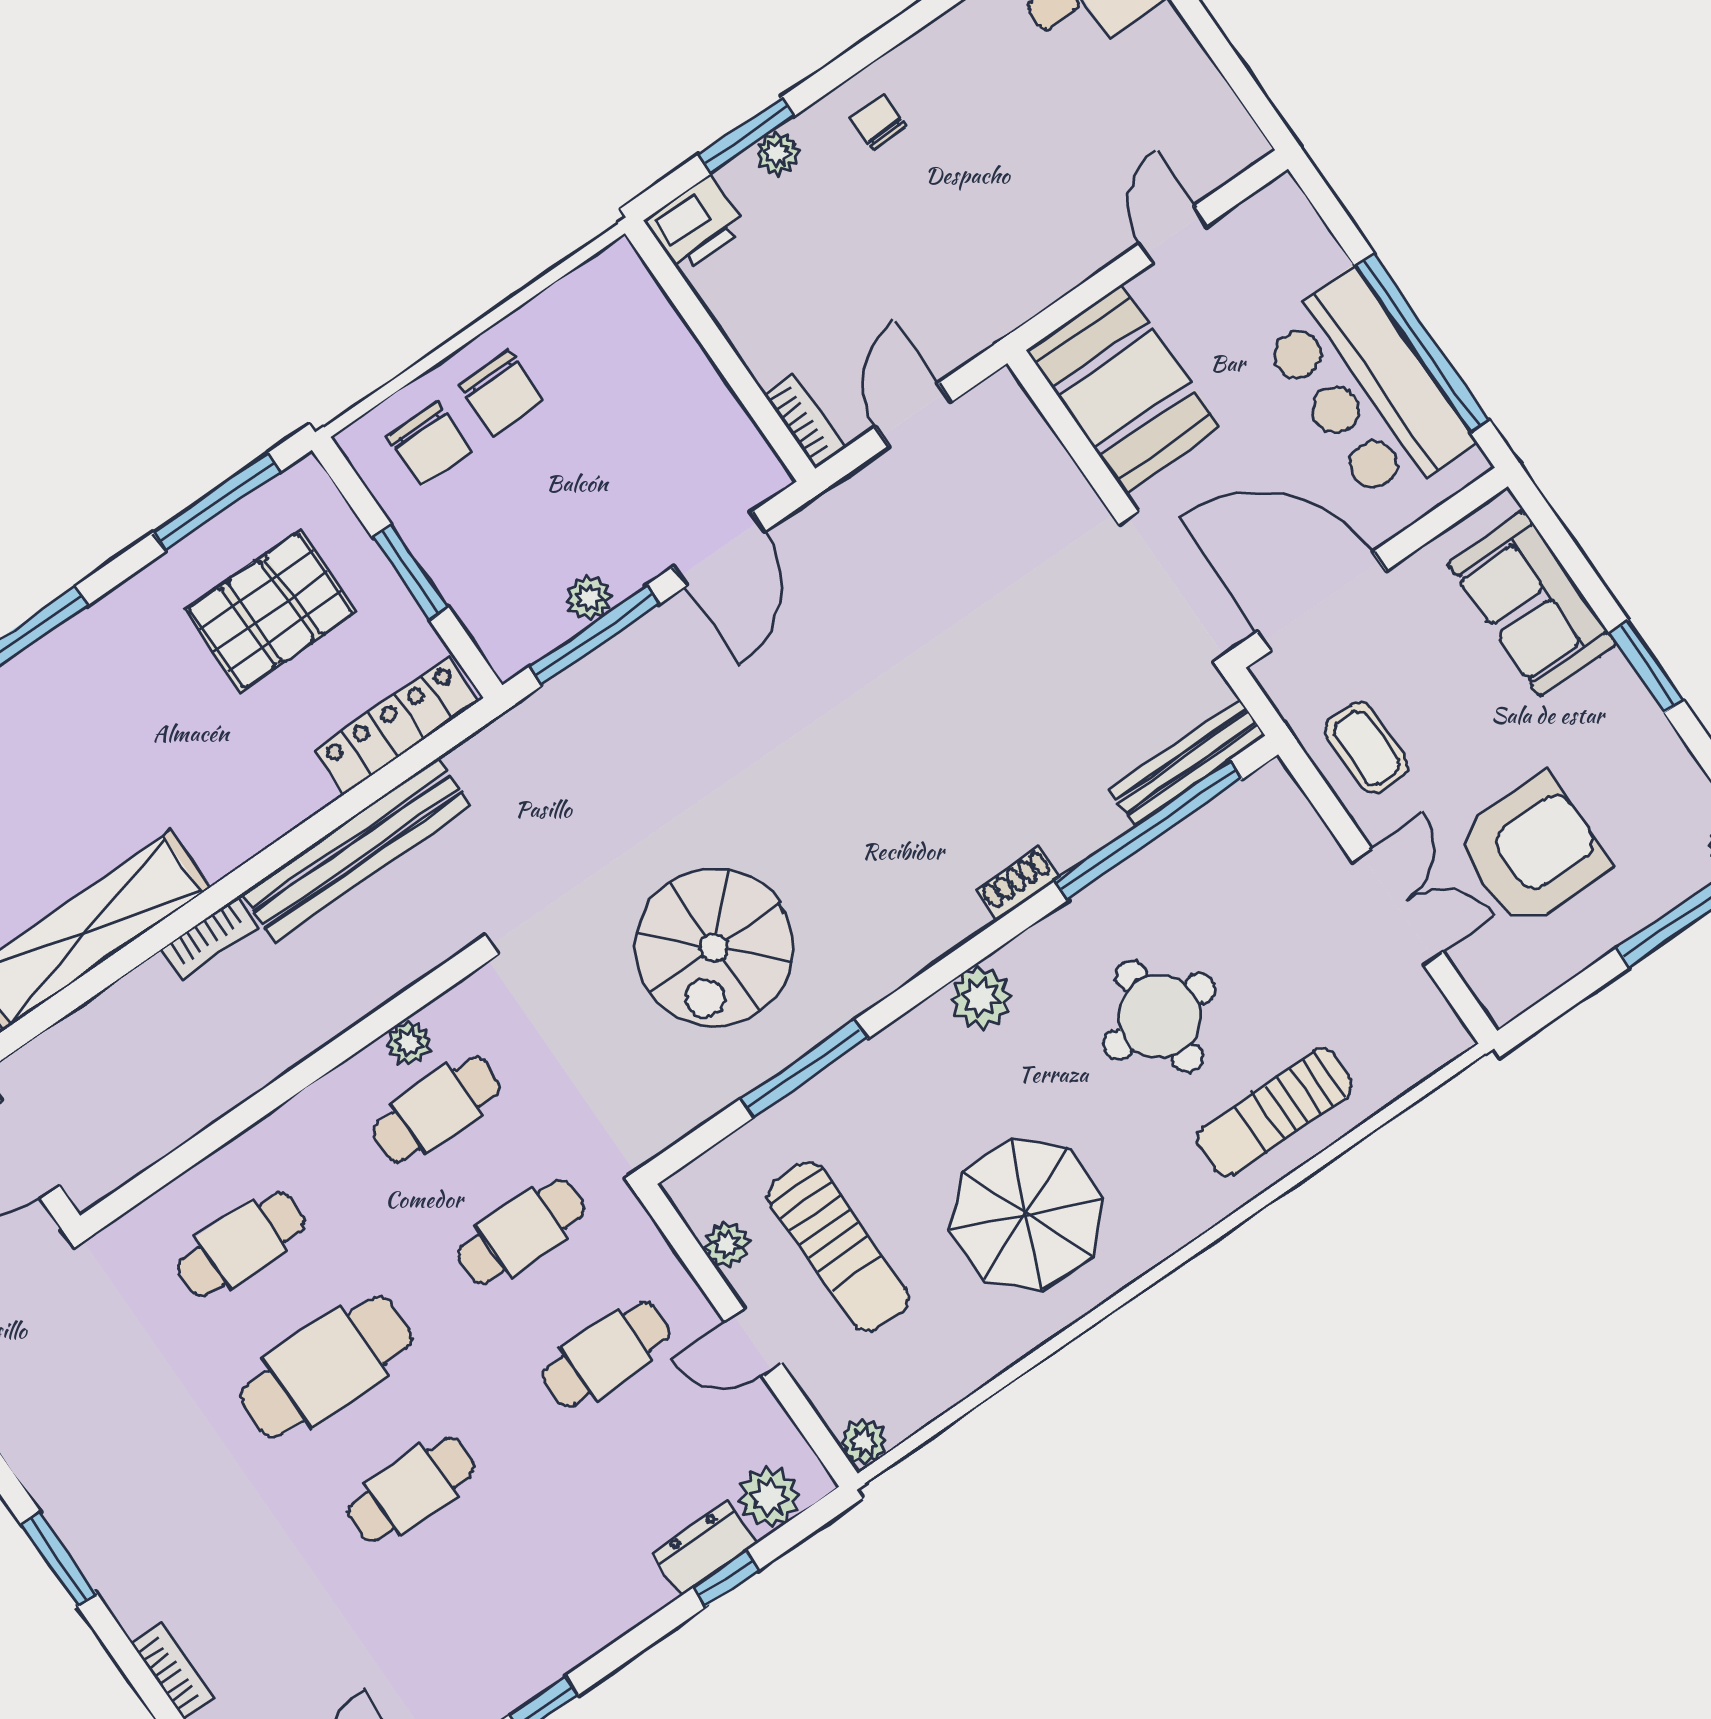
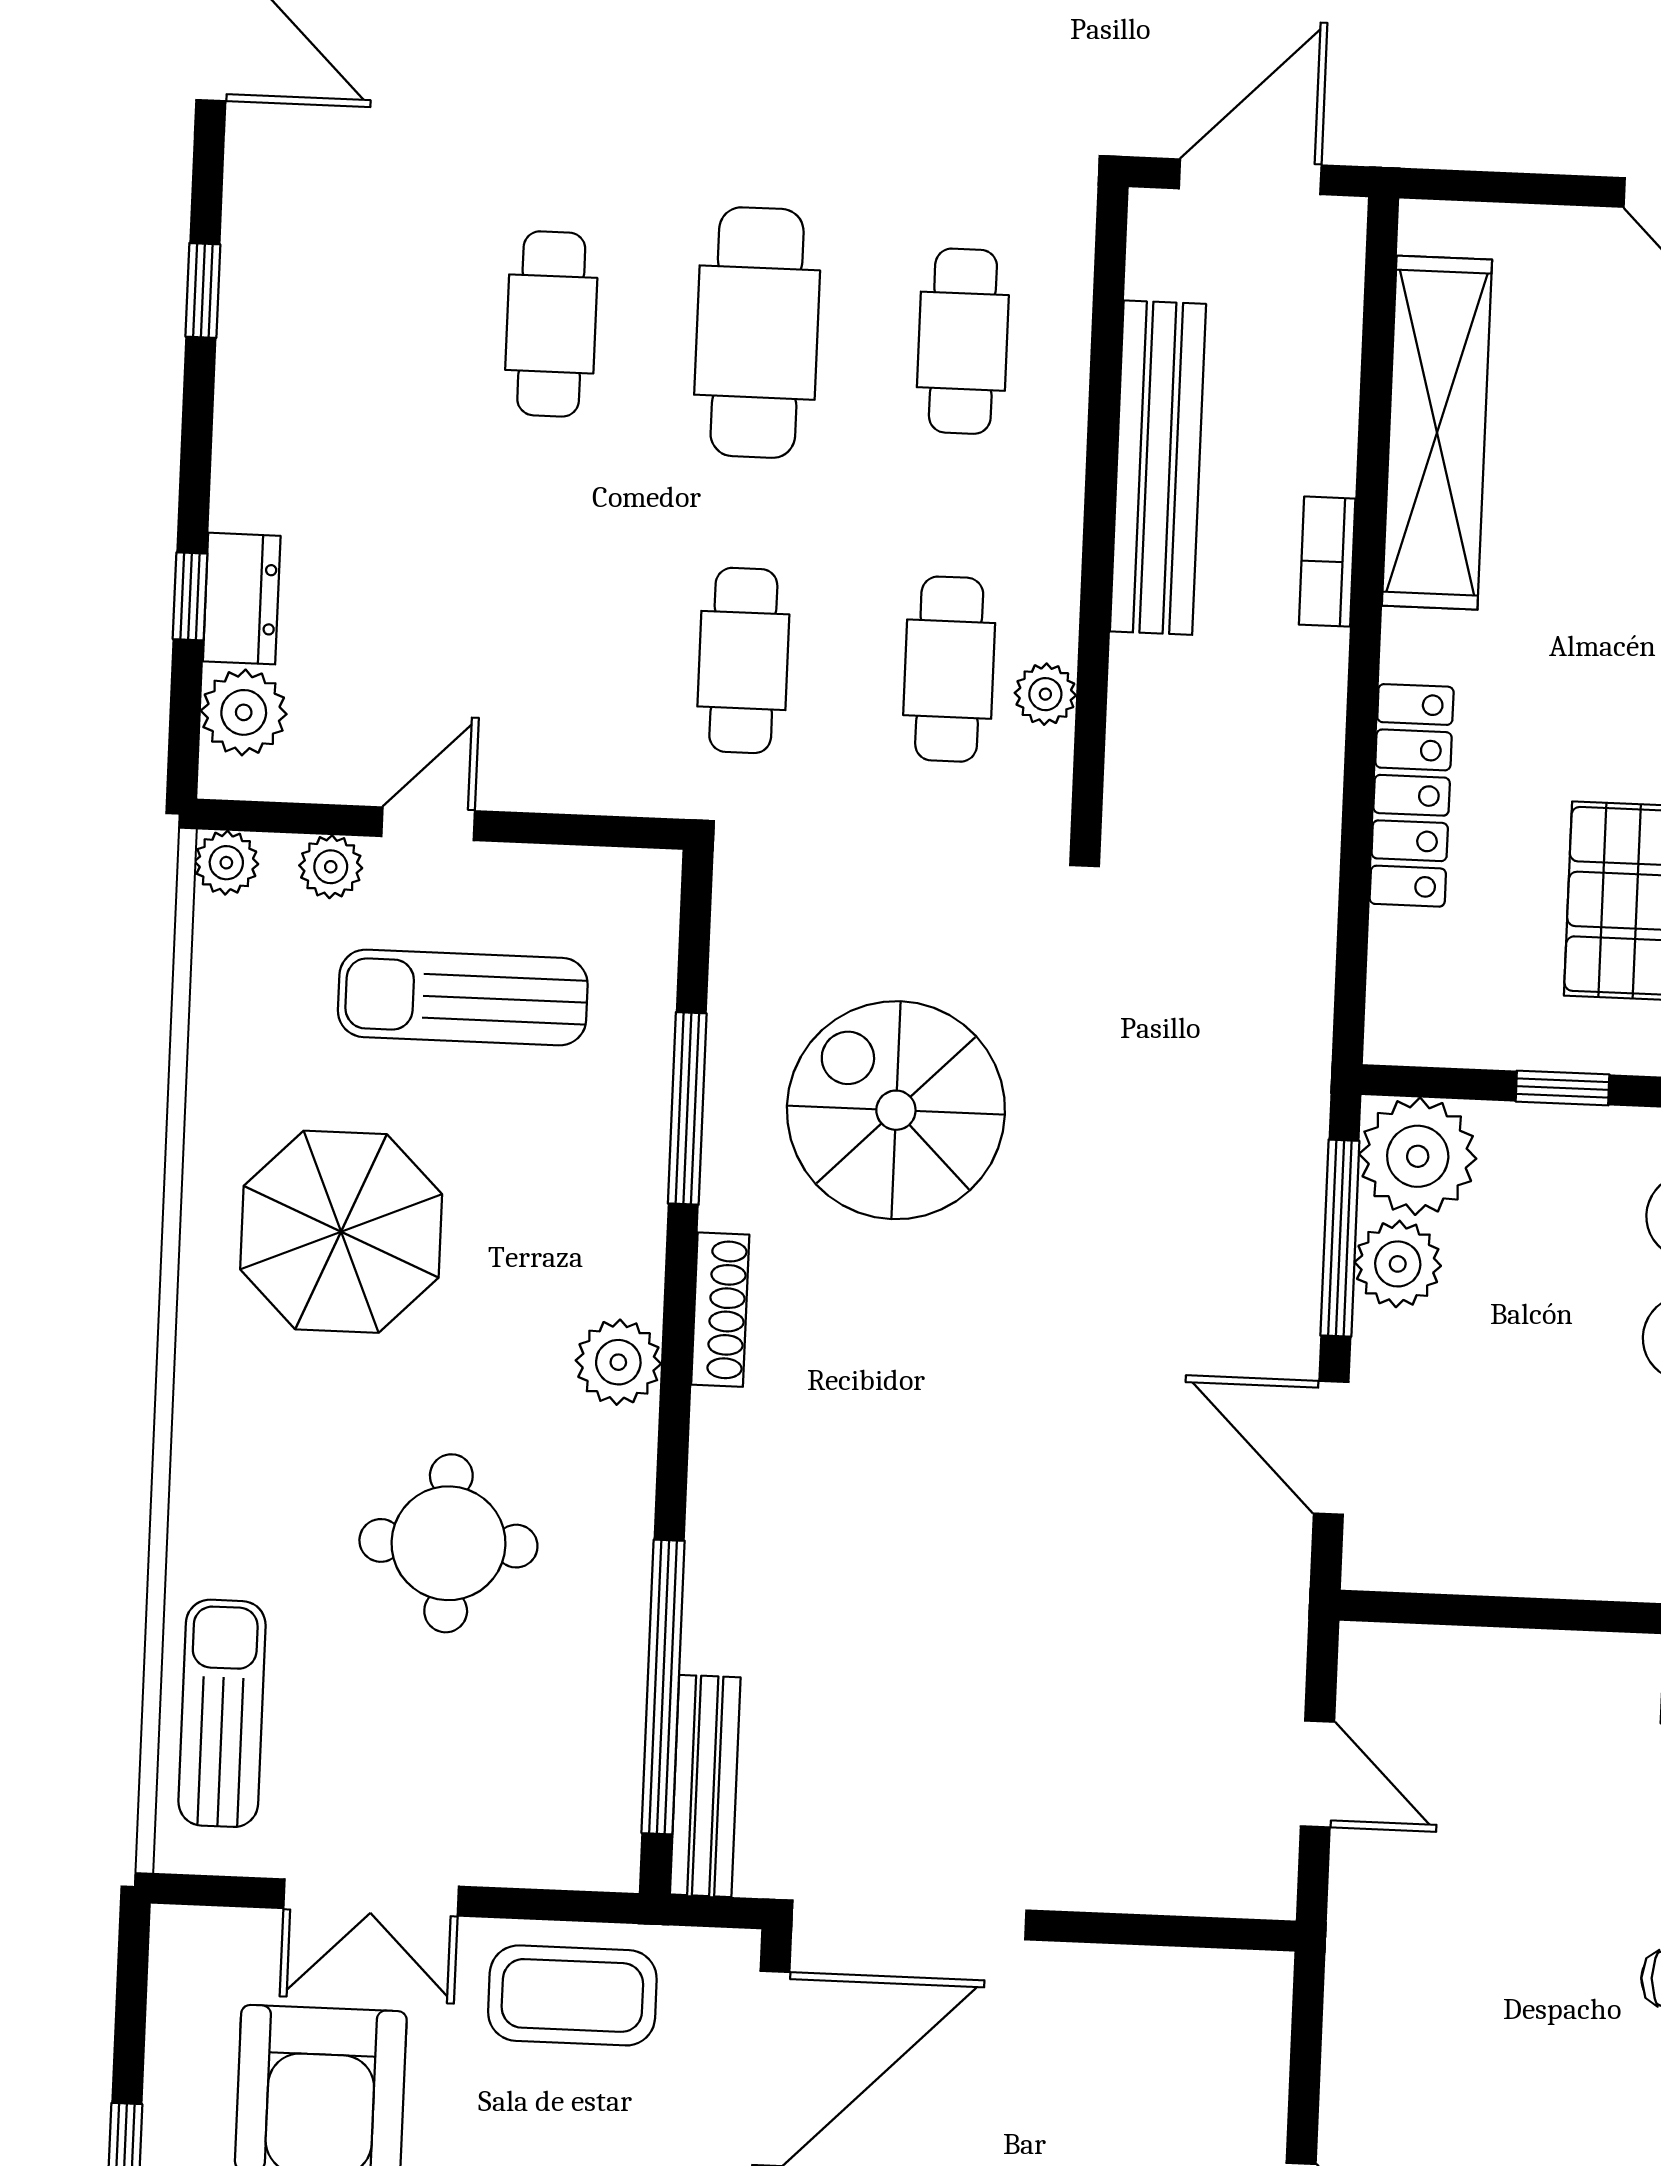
booth: (1123, 389) -> (1171, 2027), removed
bookcase: (804, 421) -> (1402, 1649), removed
window: (410, 572) -> (1563, 1088), width x0.67
plant: (589, 598) -> (1398, 1264), width x1.38, depth x1.38
plant: (513, 626) -> (1418, 1156), added
locker: (396, 726) -> (1412, 795), moved
coffee table: (1366, 748) -> (572, 1995), width x1.36, depth x1.30
bench: (356, 850) -> (1158, 468), moved
shoe rack: (1019, 884) -> (720, 1310), moved, width x1.43
sun lounger: (1275, 1112) -> (222, 1713), moved
plant: (727, 1245) -> (331, 867), moved
cafe table: (606, 1354) -> (538, 652), removed

